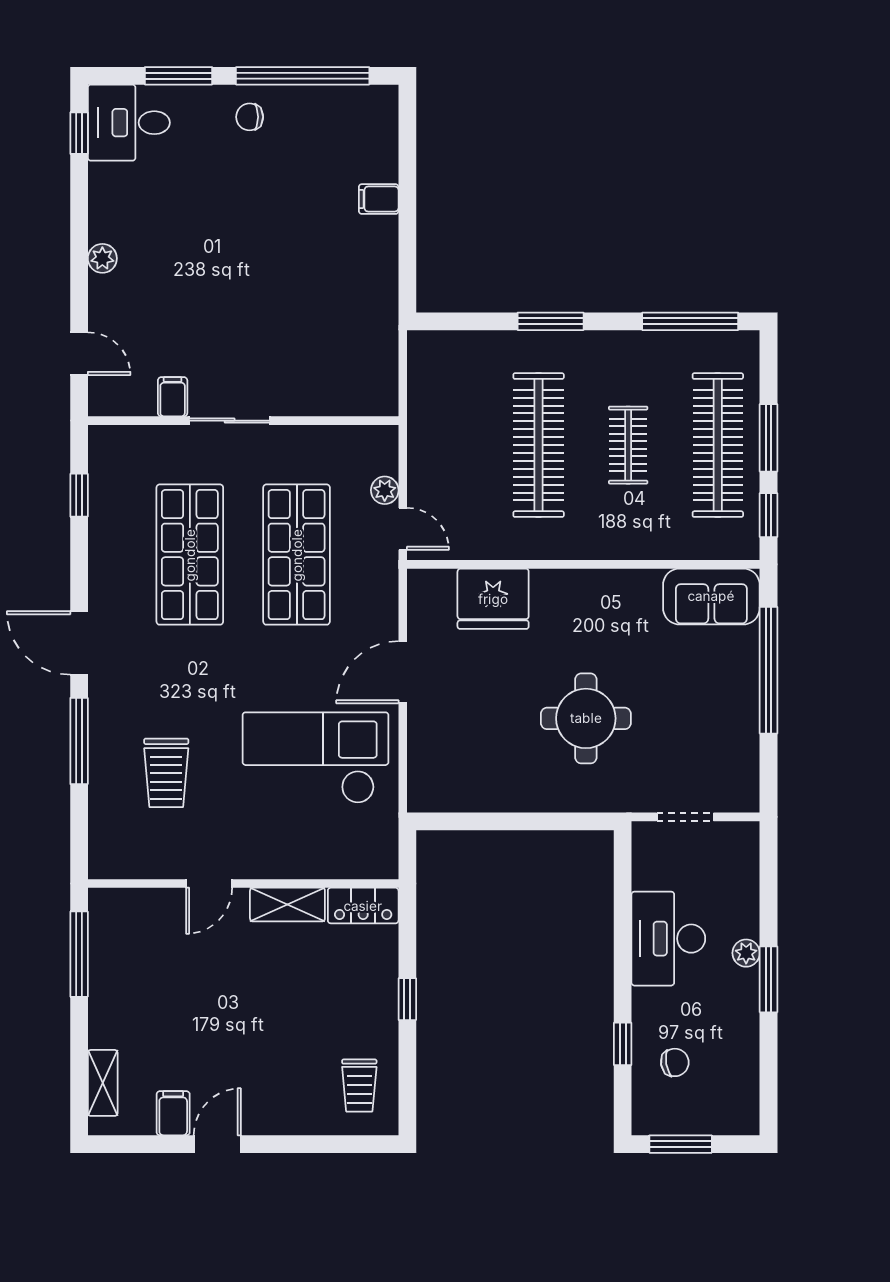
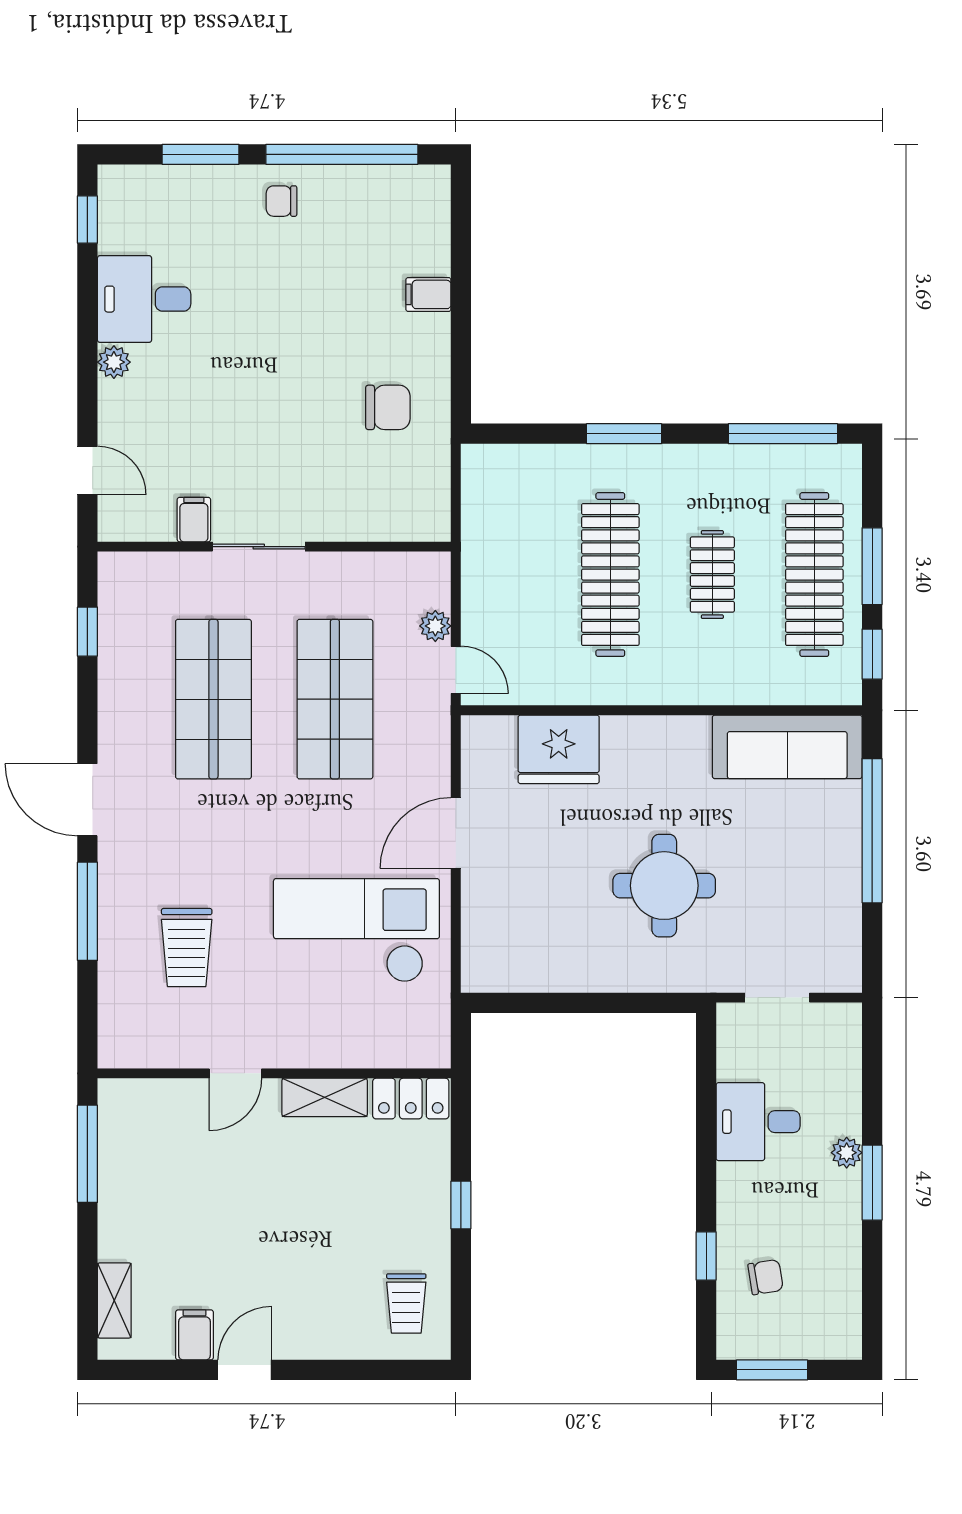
desk: (129, 123) -> (144, 299), moved
chair: (343, 298) -> (388, 407), added
sofa: (711, 596) -> (787, 747), width x1.36
desk: (668, 939) -> (758, 1122), width x0.73

